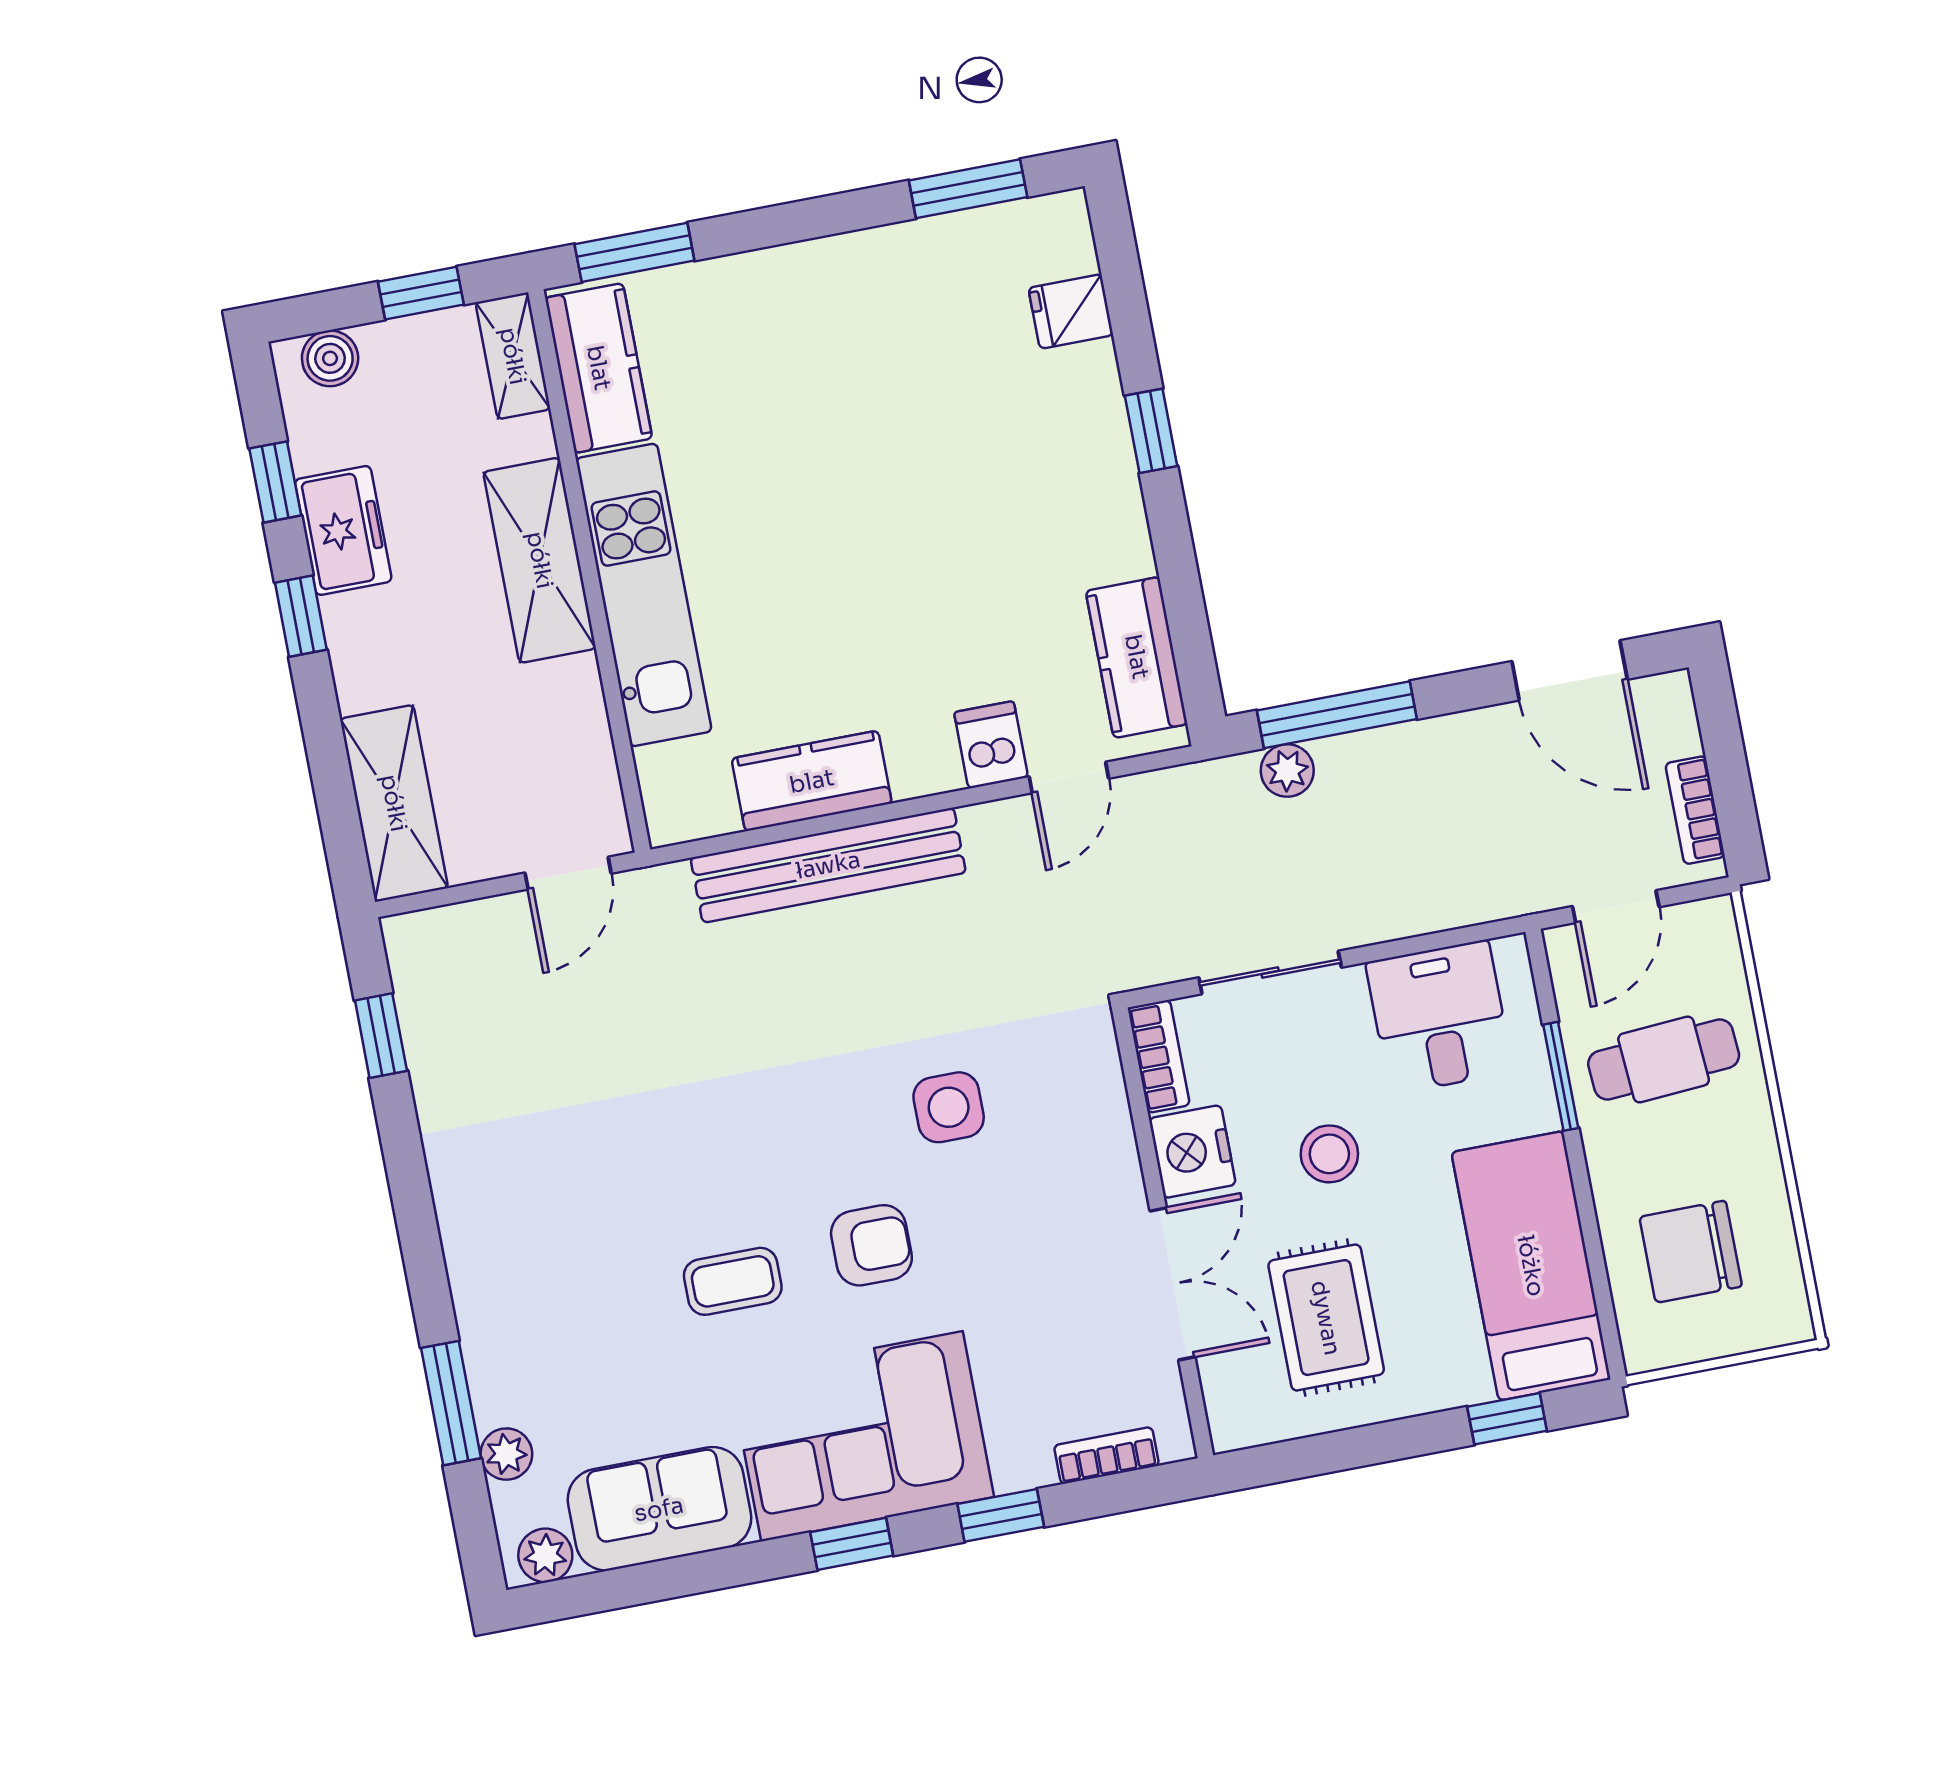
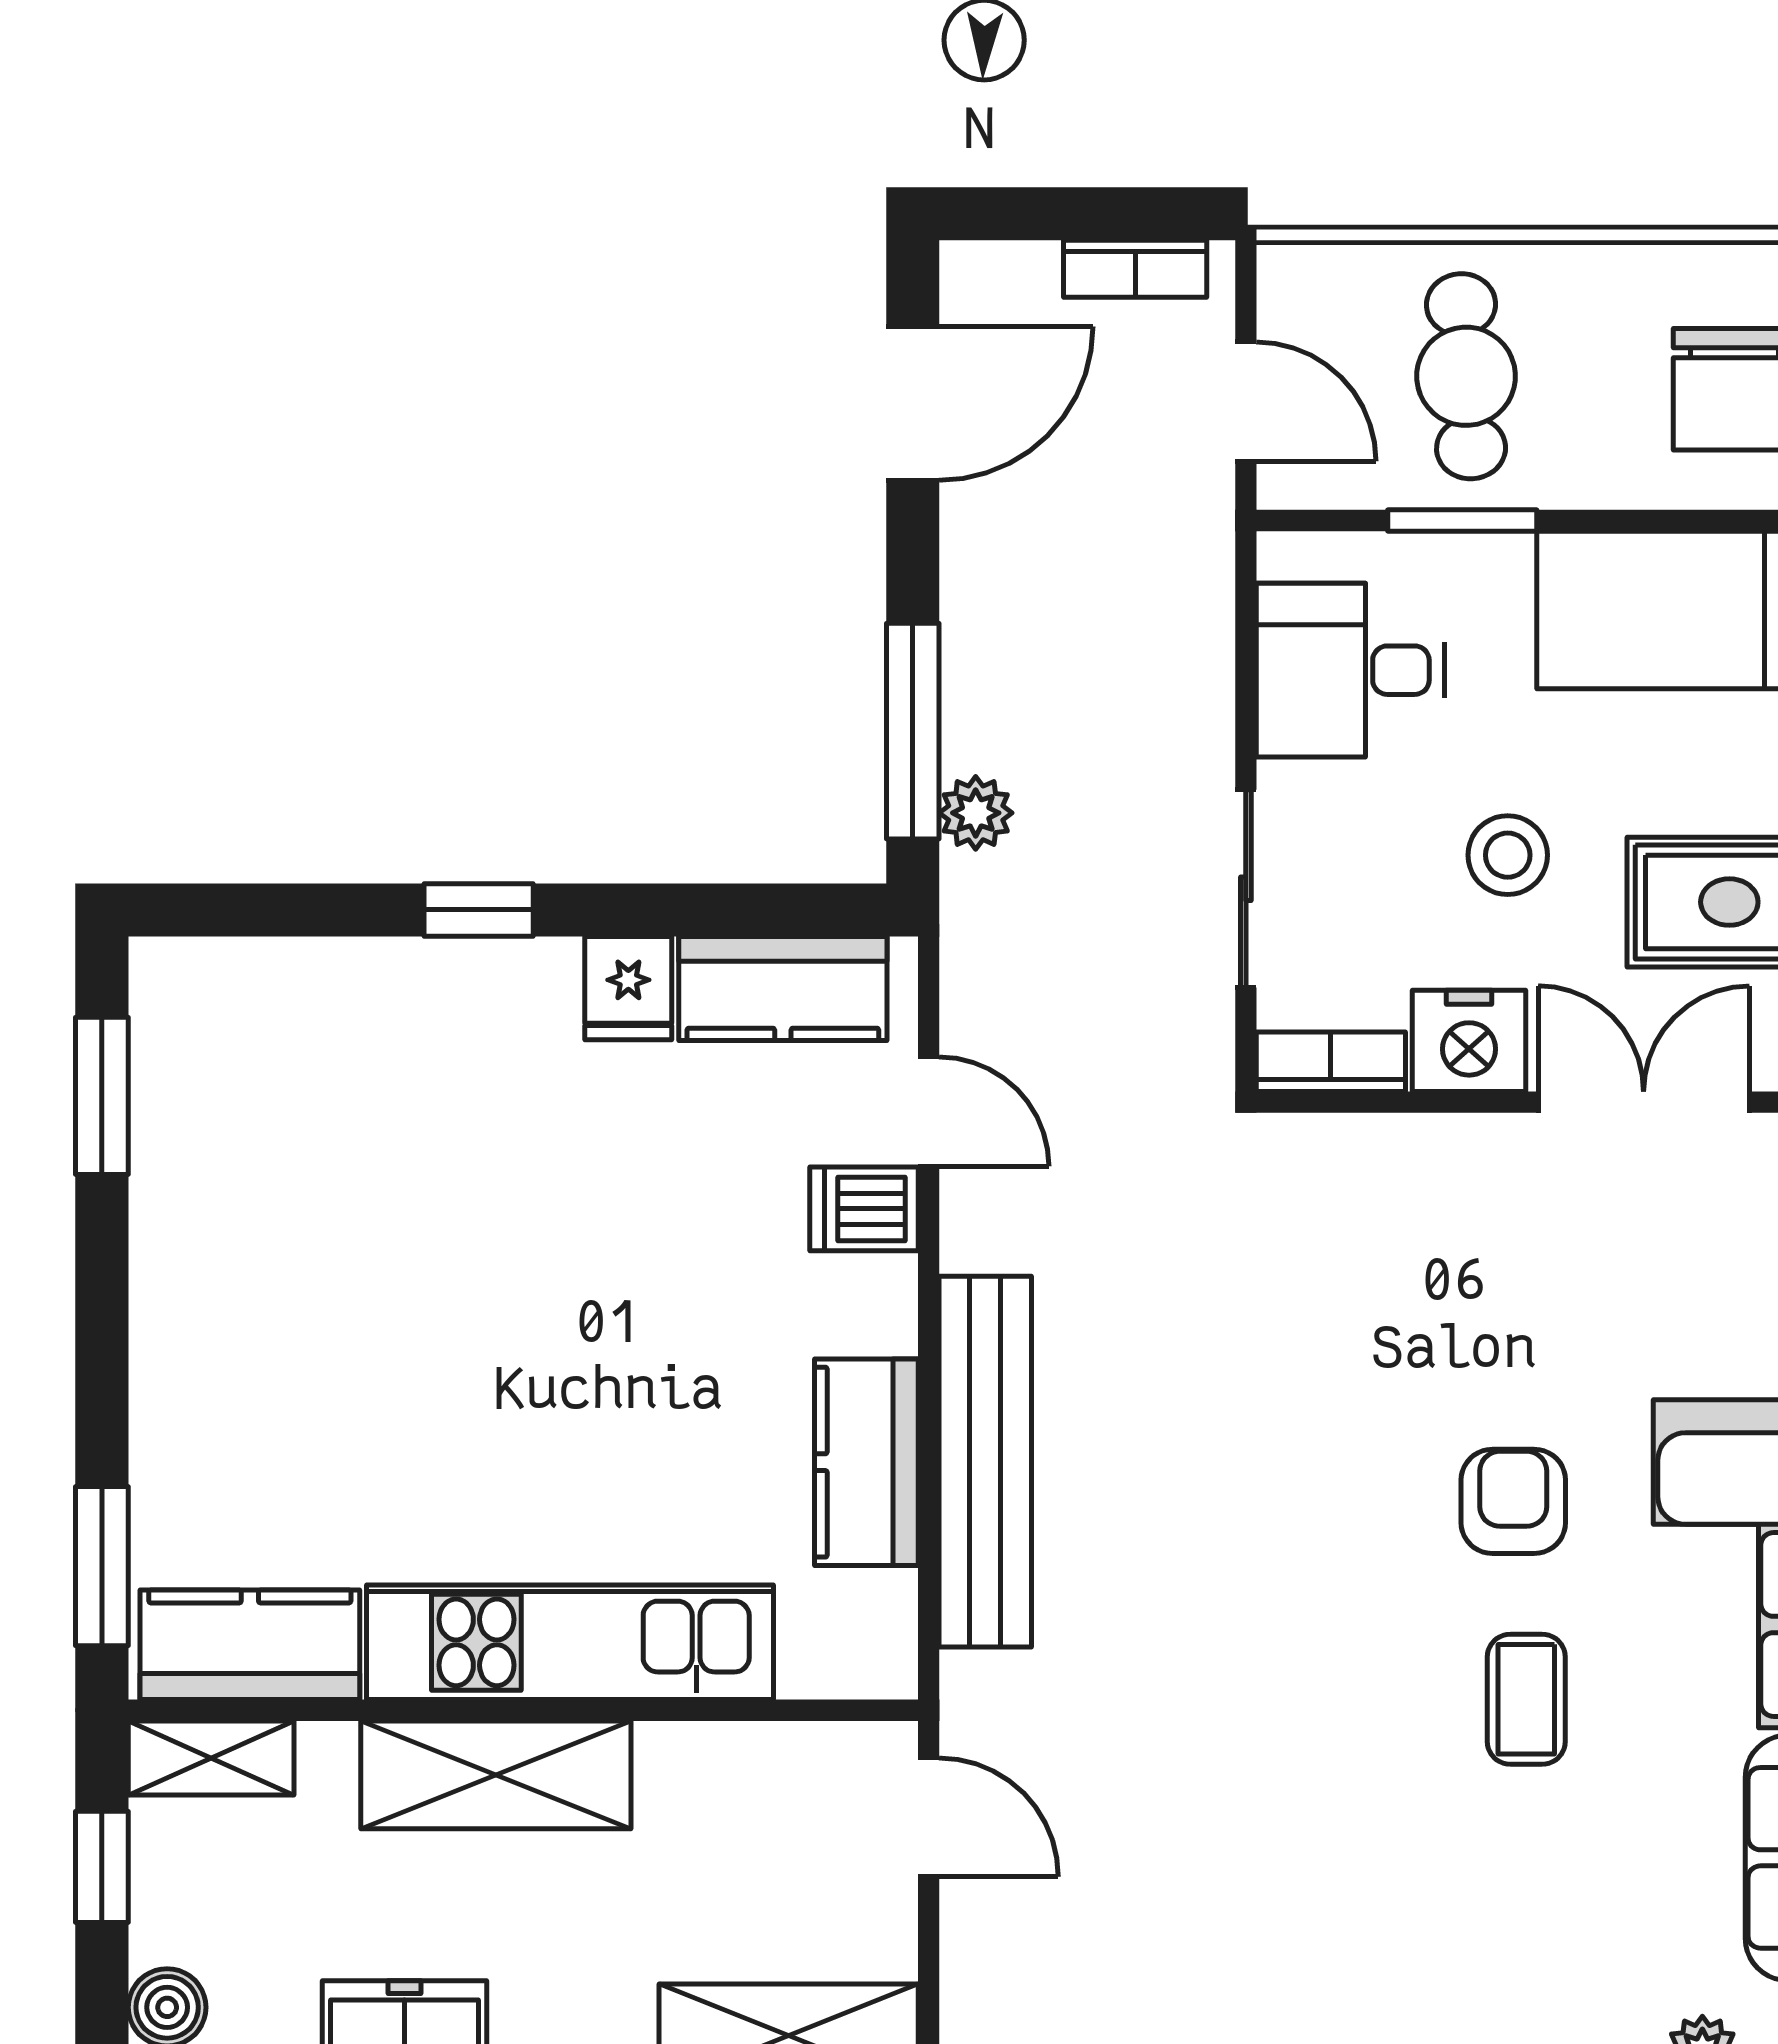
fridge: (1071, 311) -> (628, 988), moved
side table: (949, 1107) -> (1346, 1361), removed

